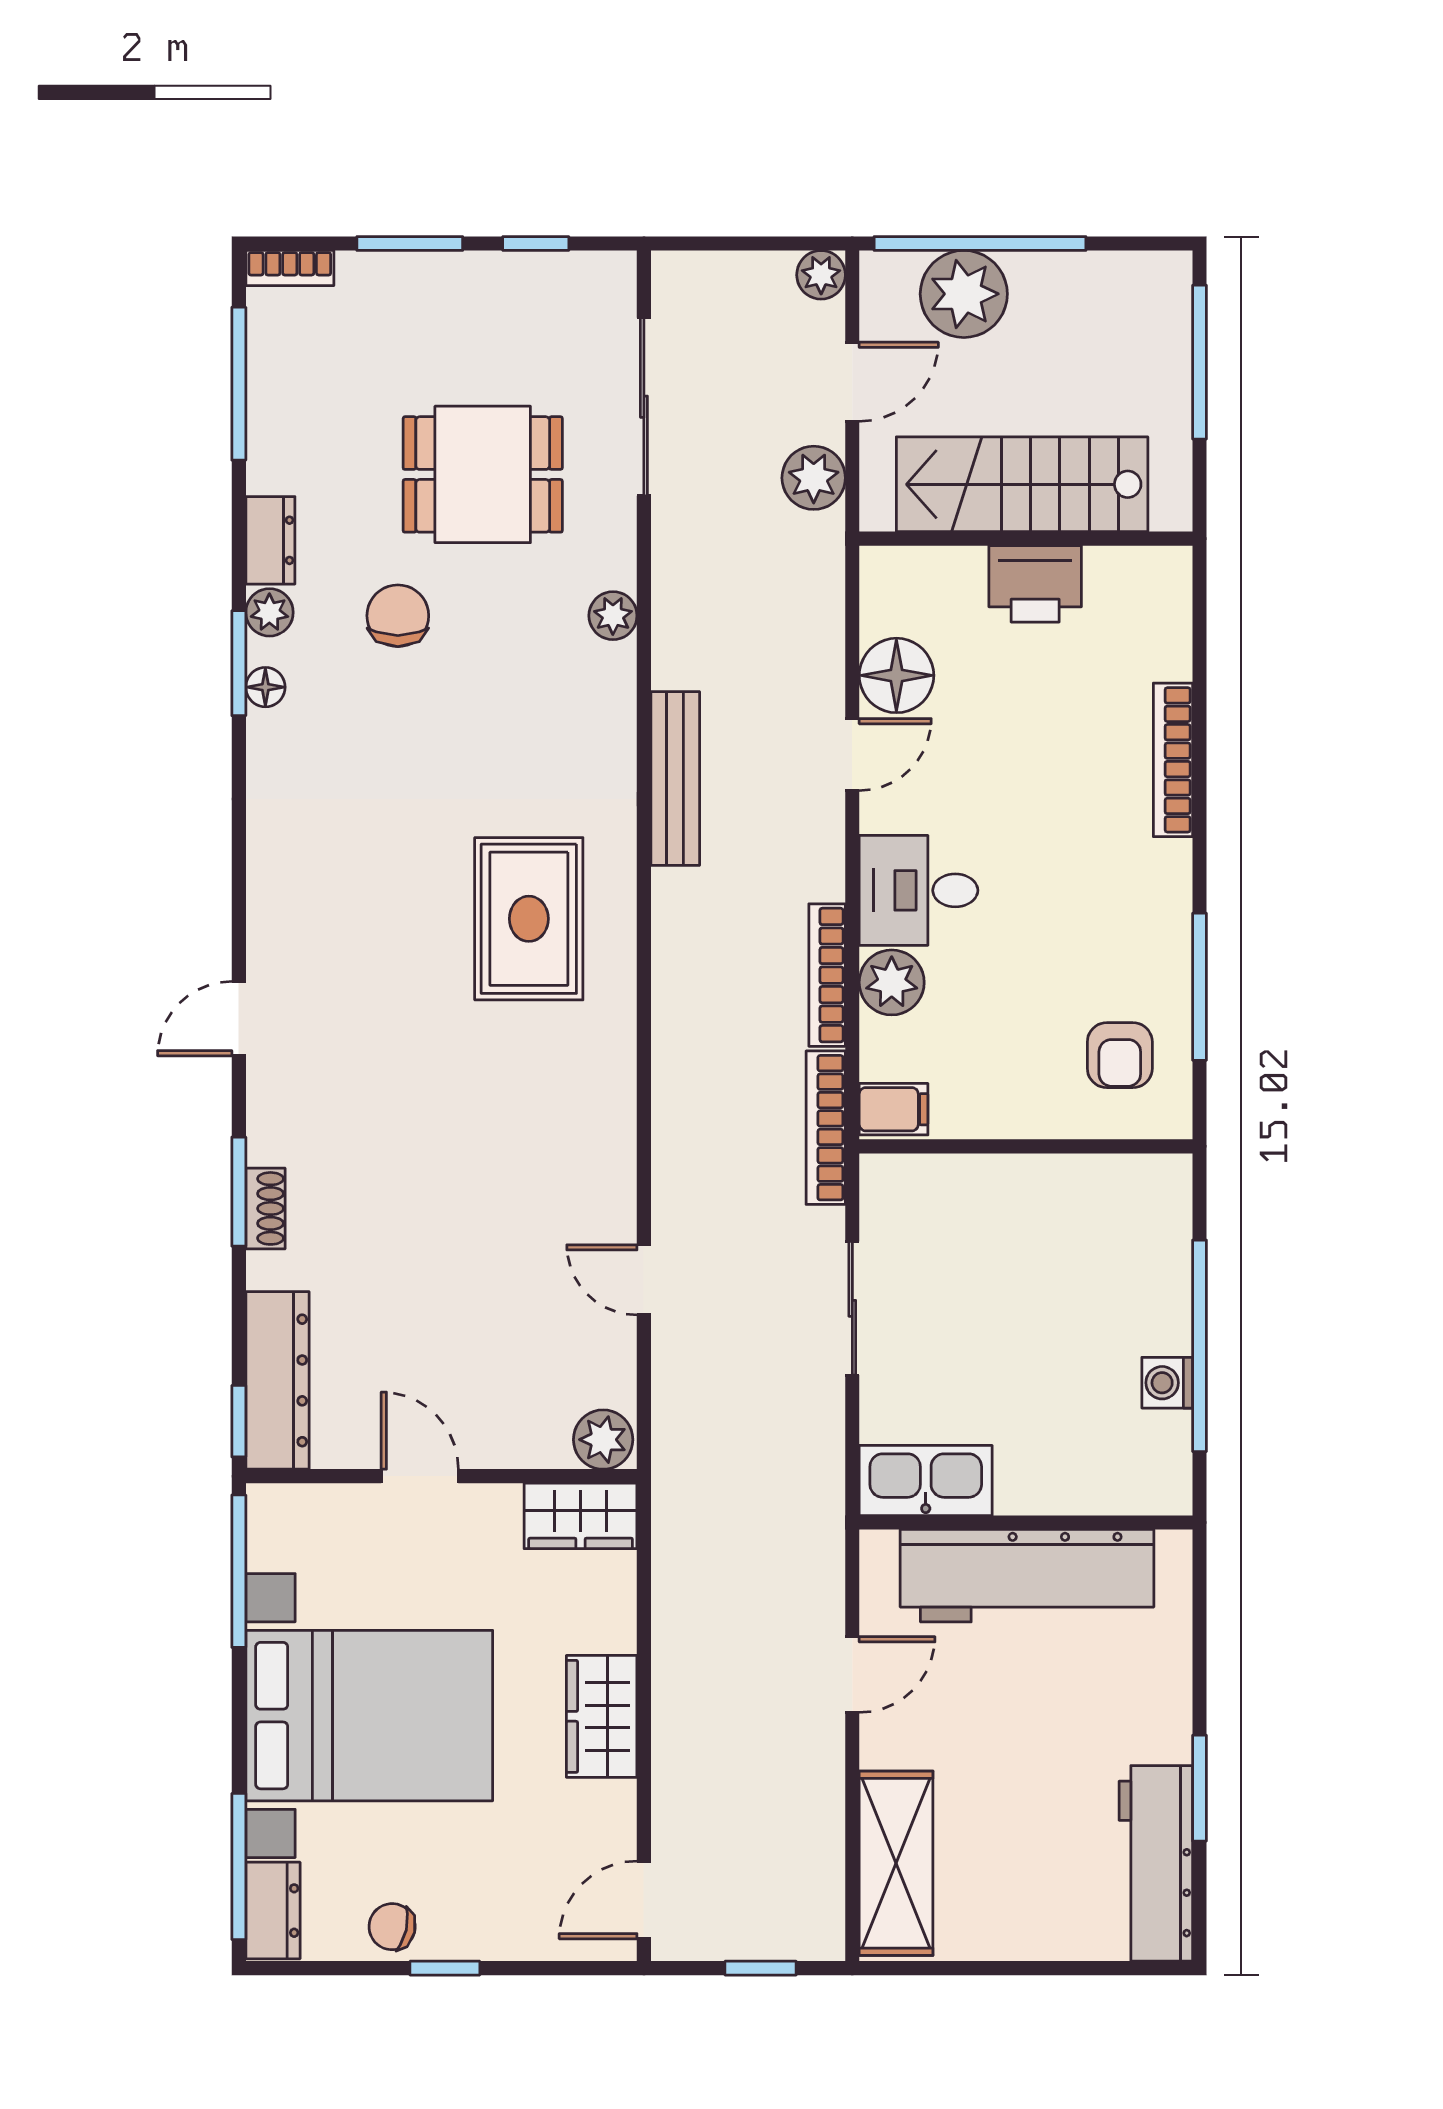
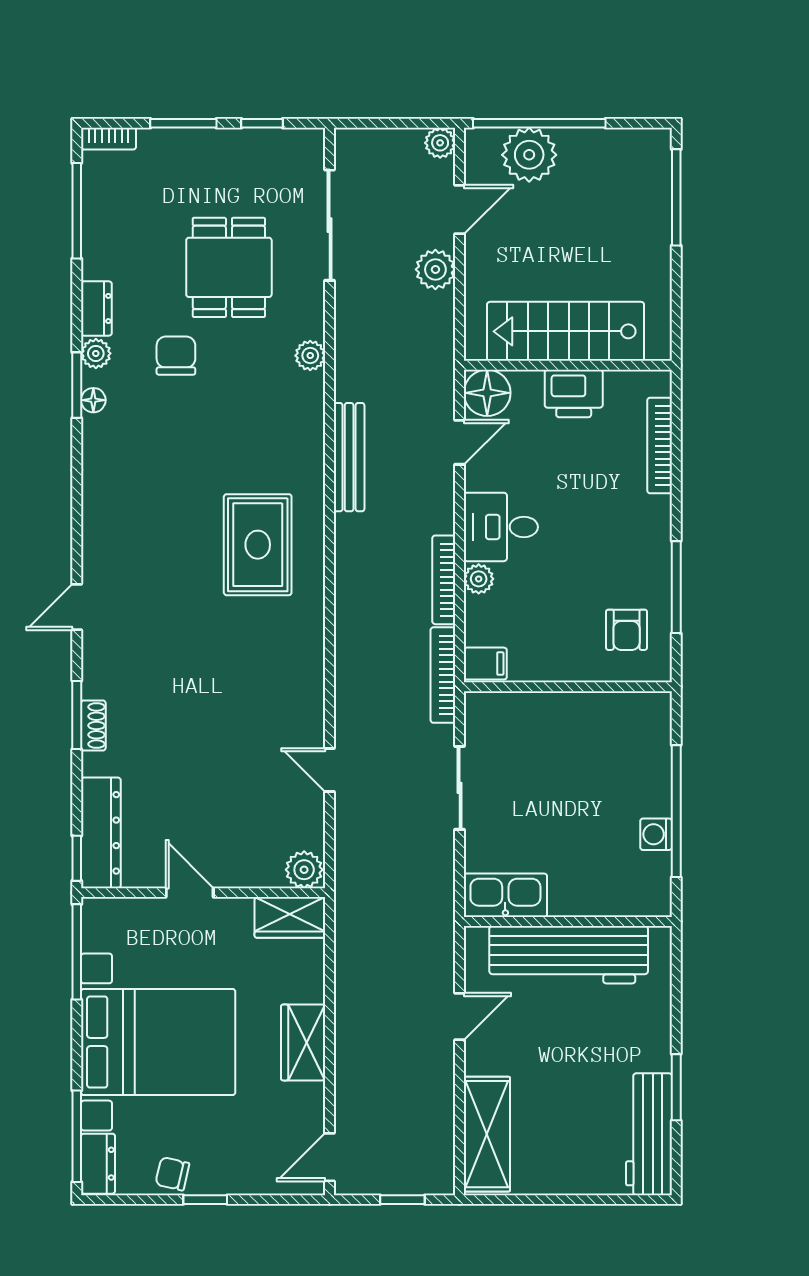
dining table: (483, 474) -> (229, 267), turned 90
stairs: (1022, 484) -> (566, 331), moved
wall: (1026, 539) -> (568, 365), moved
printer: (1035, 584) -> (574, 393), moved
plant: (892, 982) -> (479, 579), width x0.73, depth x0.73

